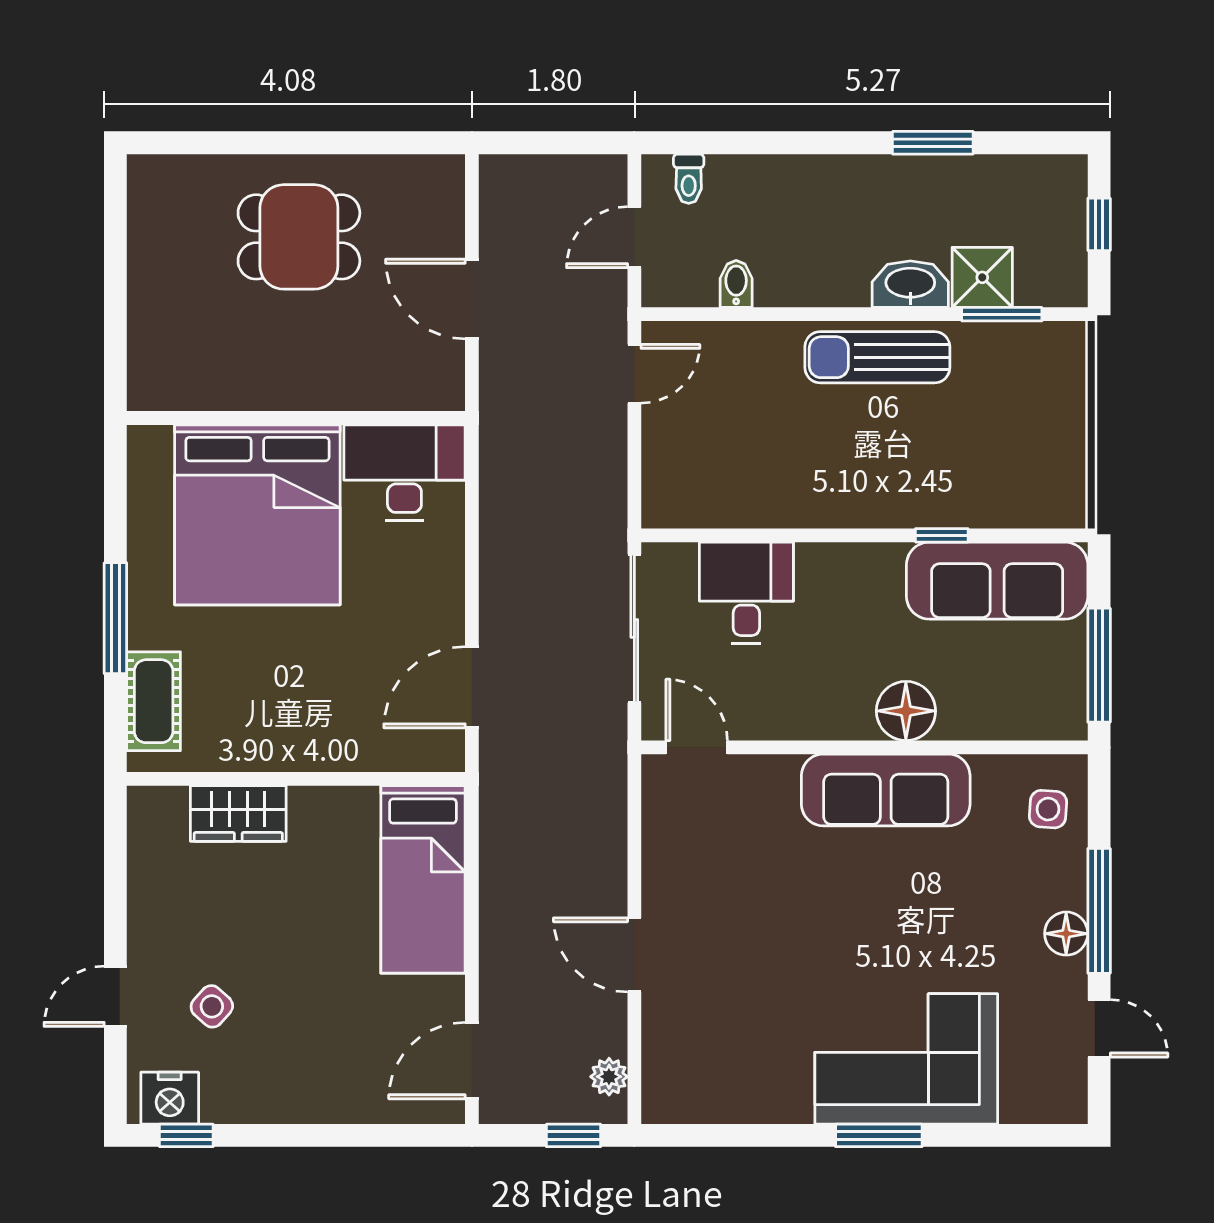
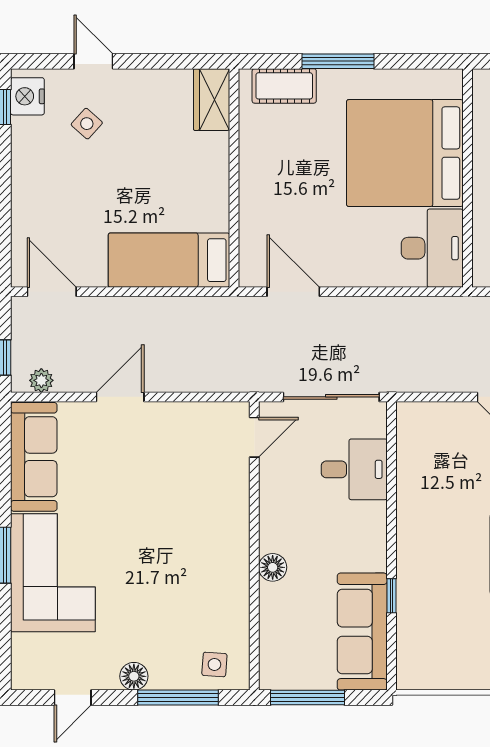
floor lamp: (906, 711) -> (273, 567), width x0.73, depth x0.73
sofa: (886, 790) -> (34, 457), moved, turned 180
wardrobe: (238, 814) -> (212, 100), moved
window: (1099, 911) -> (178, 698), moved

